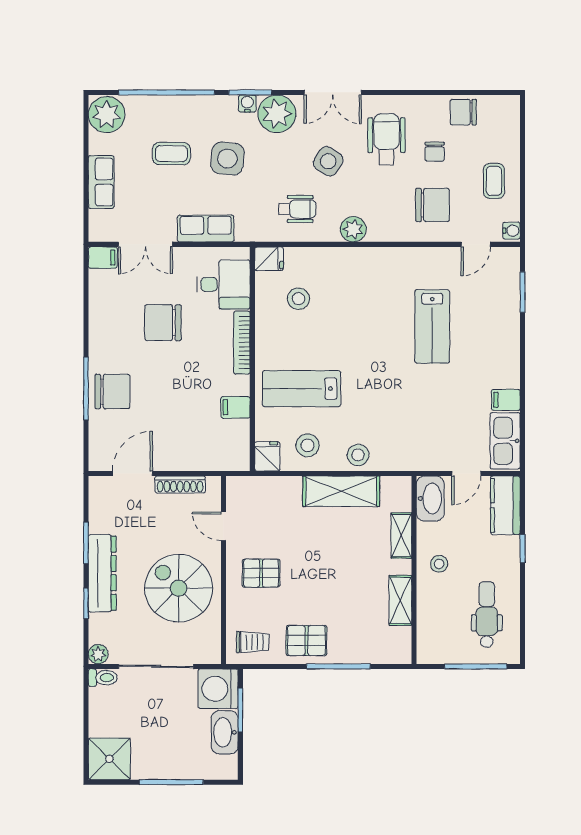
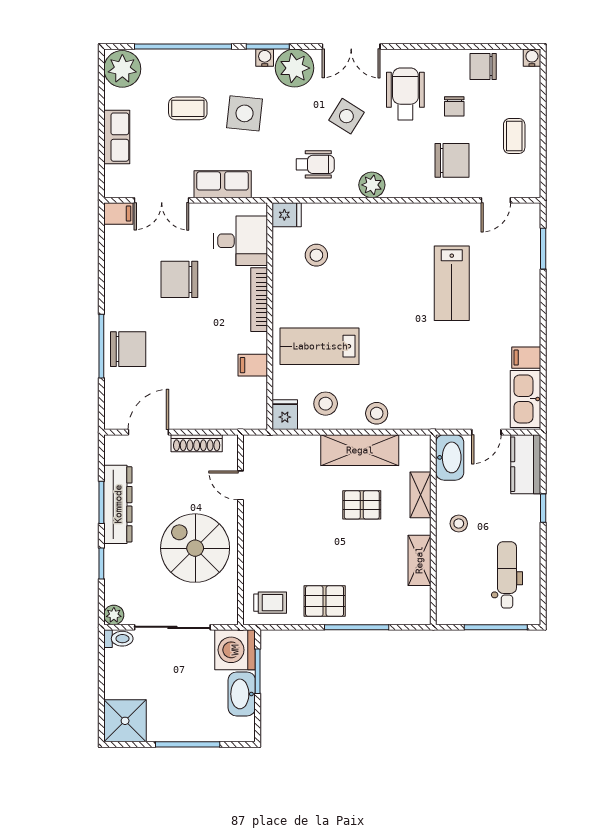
water cooler: (511, 231) -> (532, 58), moved, turned -90
dresser: (102, 573) -> (118, 504), moved
pallet: (261, 573) -> (362, 505), moved

